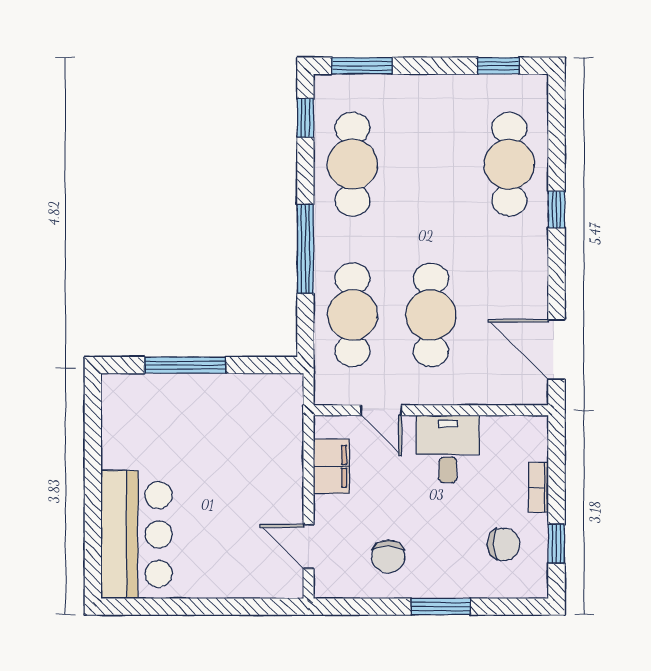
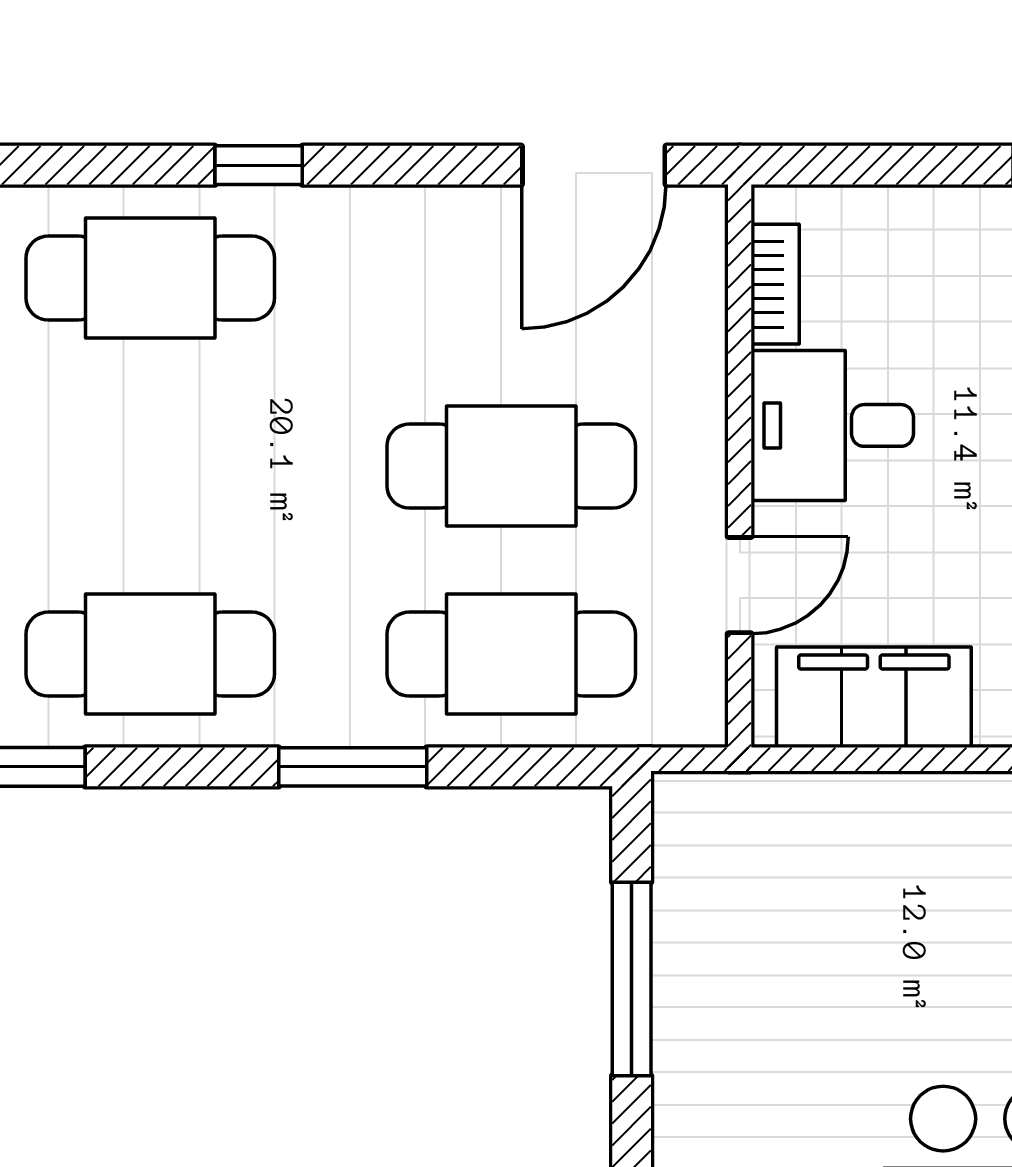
window: (305, 249) -> (353, 767), width x0.69
window: (185, 365) -> (632, 979), moved
filing cabinet: (331, 466) -> (874, 697), width x1.50, depth x1.17
bookcase: (538, 487) -> (775, 284), moved, turned -90

